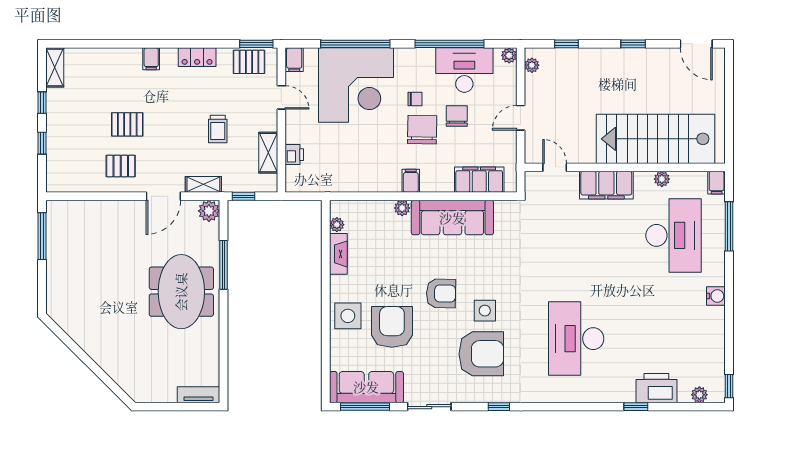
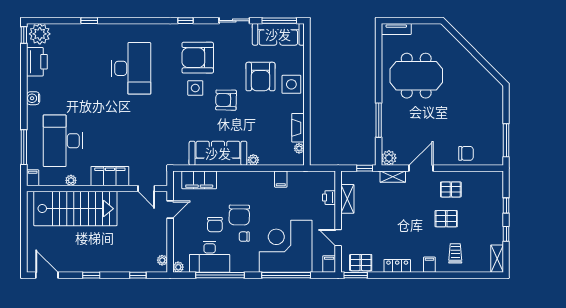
door: (521, 118) -> (170, 210), moved
trolley: (218, 129) -> (455, 253), moved
filing cabinet: (411, 181) -> (281, 179), moved
chair: (99, 217) -> (466, 153), added
meeting table: (181, 292) -> (416, 76), moved, turned 90
printer: (656, 388) -> (37, 62), moved, turned -90
plant: (699, 395) -> (40, 34), width x1.88, depth x1.88

